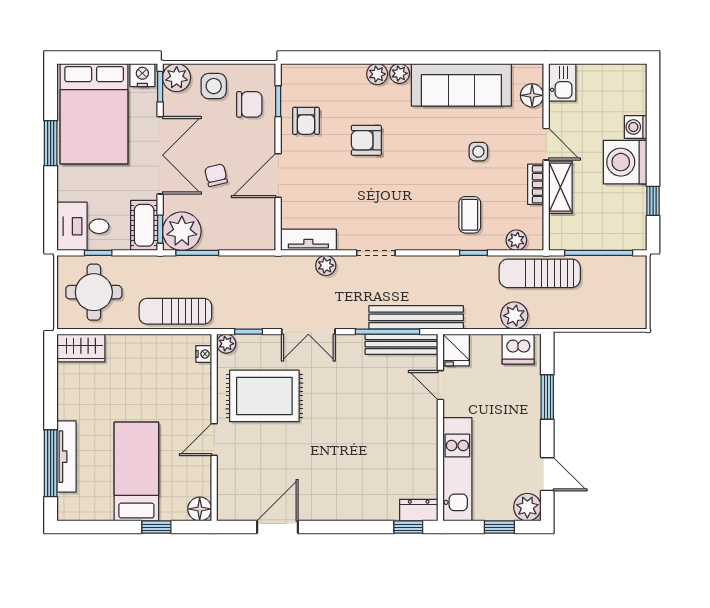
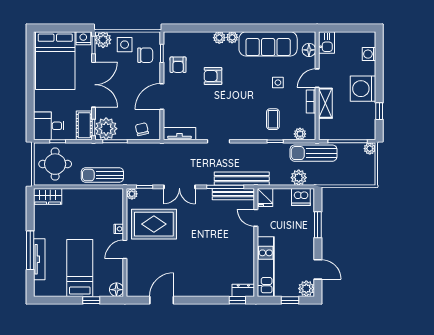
washing machine: (636, 127) -> (369, 54), moved
window: (51, 143) -> (30, 78), removed
door: (546, 144) -> (317, 78), swing flipped
chair: (216, 175) -> (142, 129), moved
plant: (326, 265) -> (370, 149), moved
nightstand: (204, 354) -> (119, 229), moved
window: (51, 463) -> (30, 250), moved

